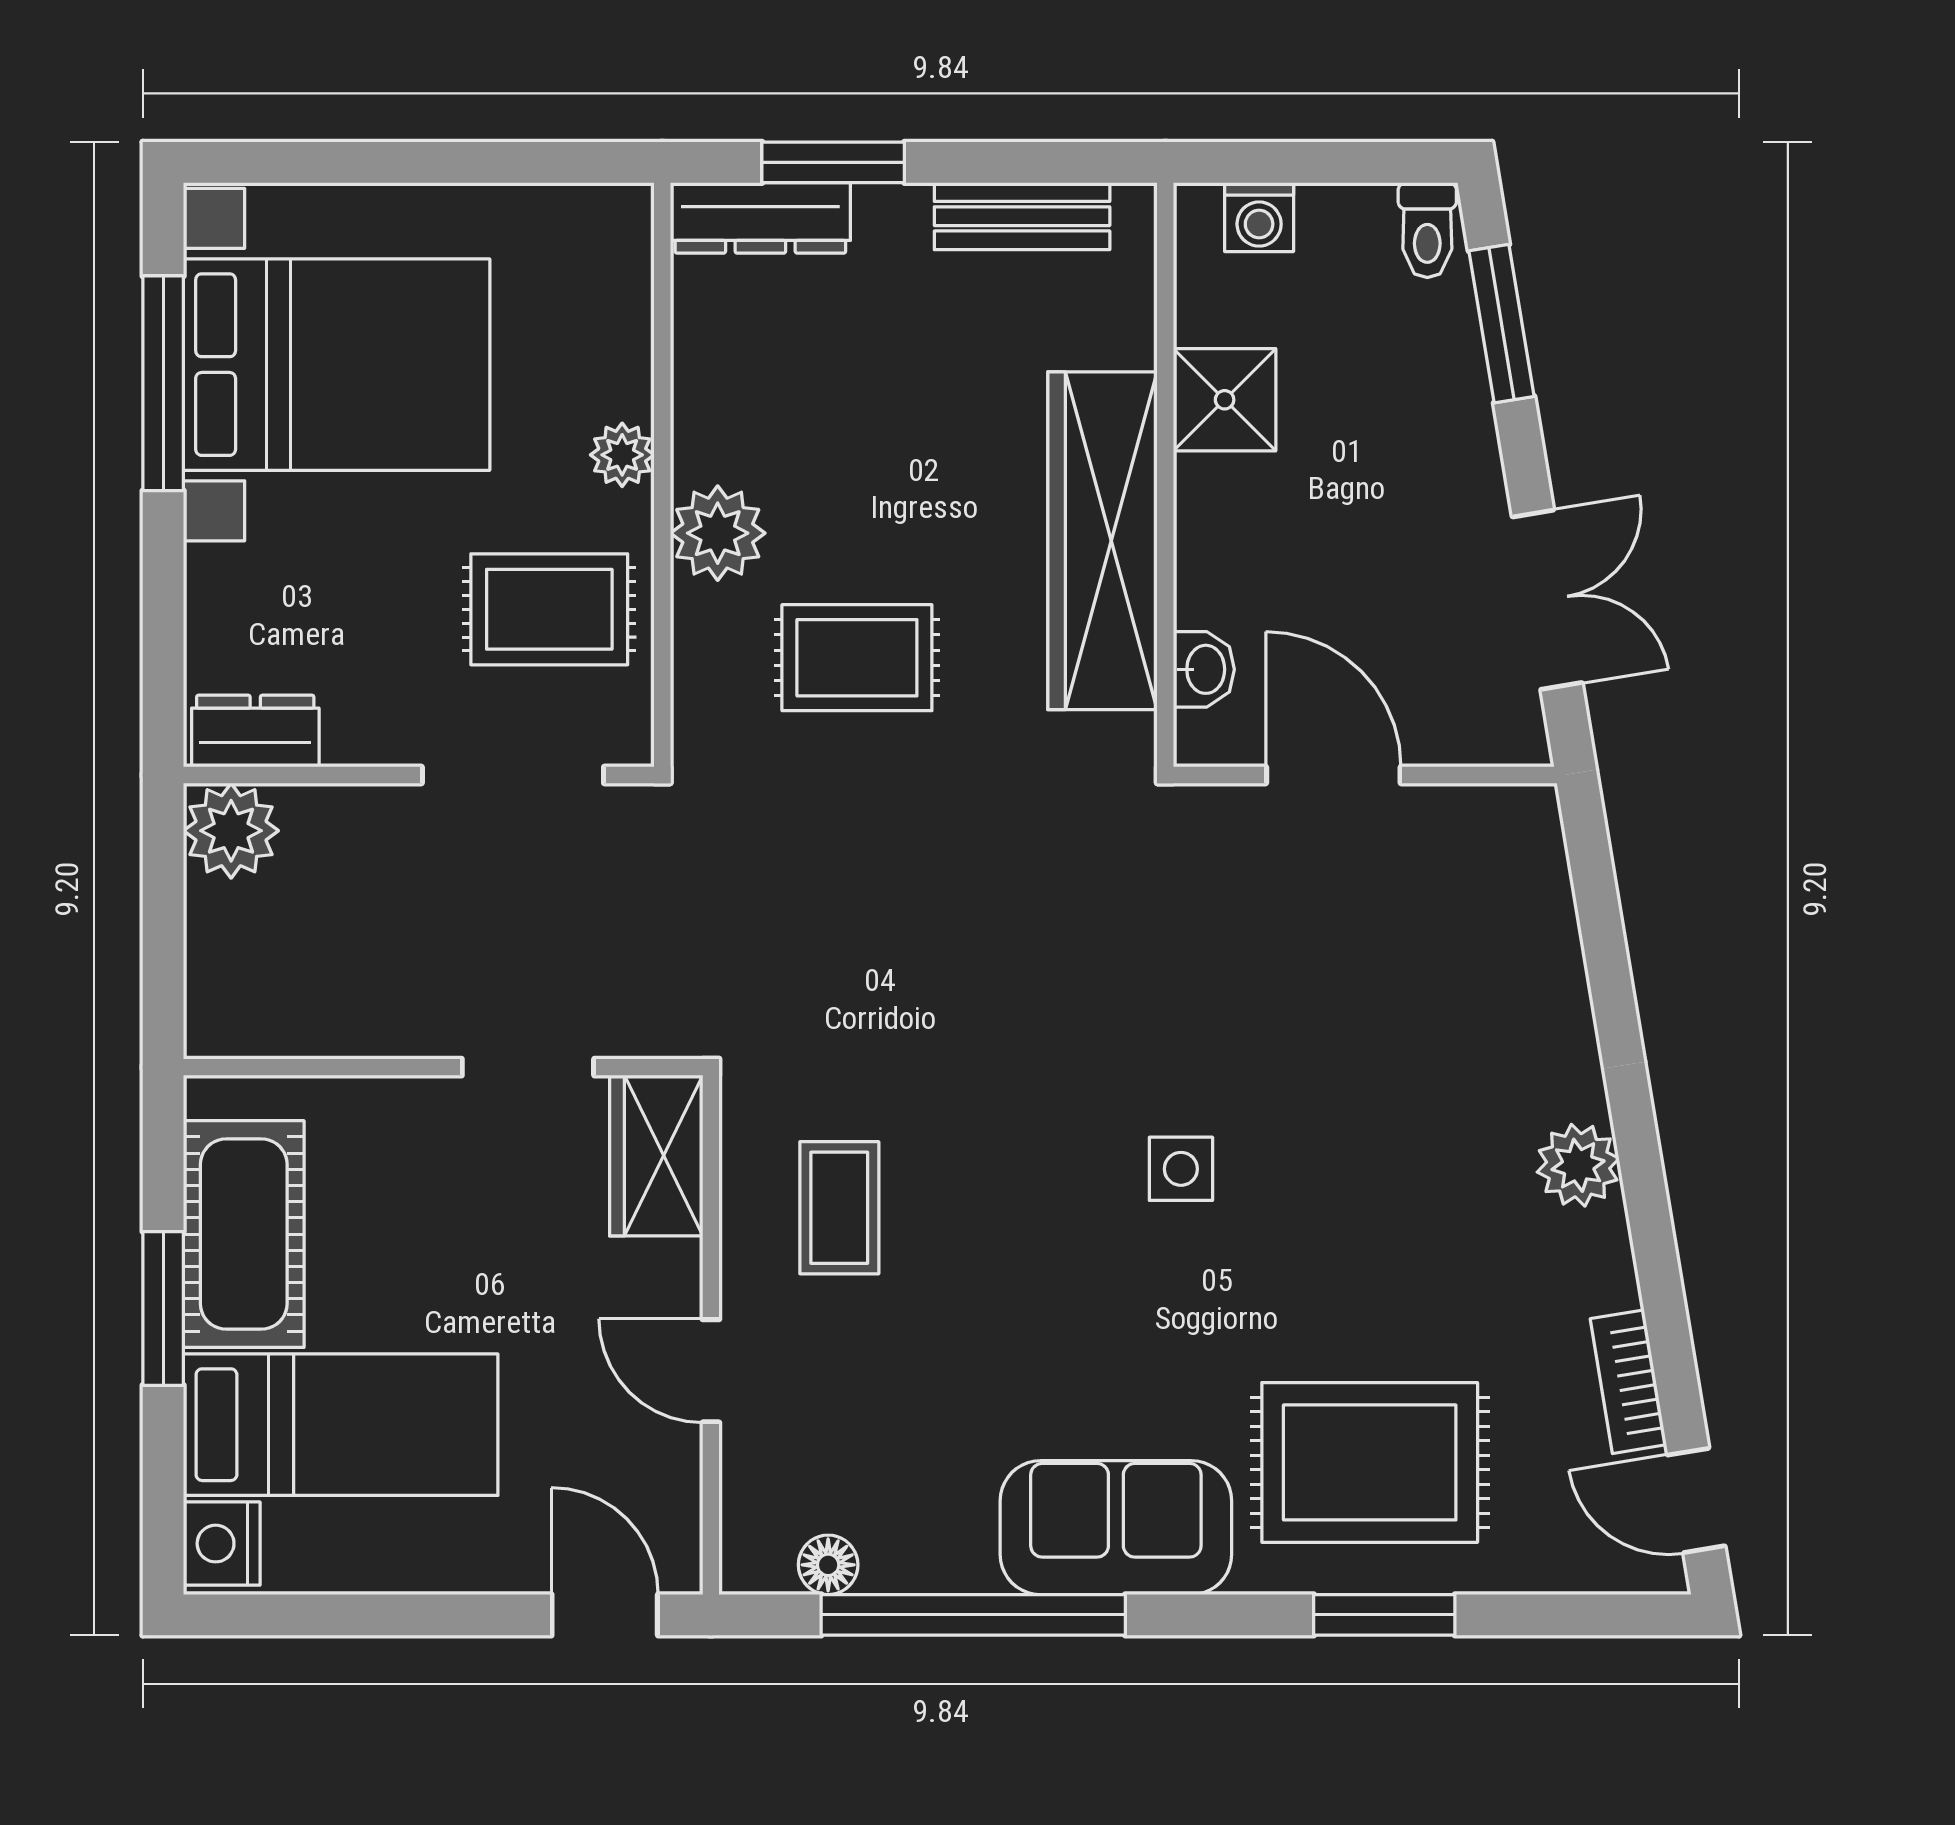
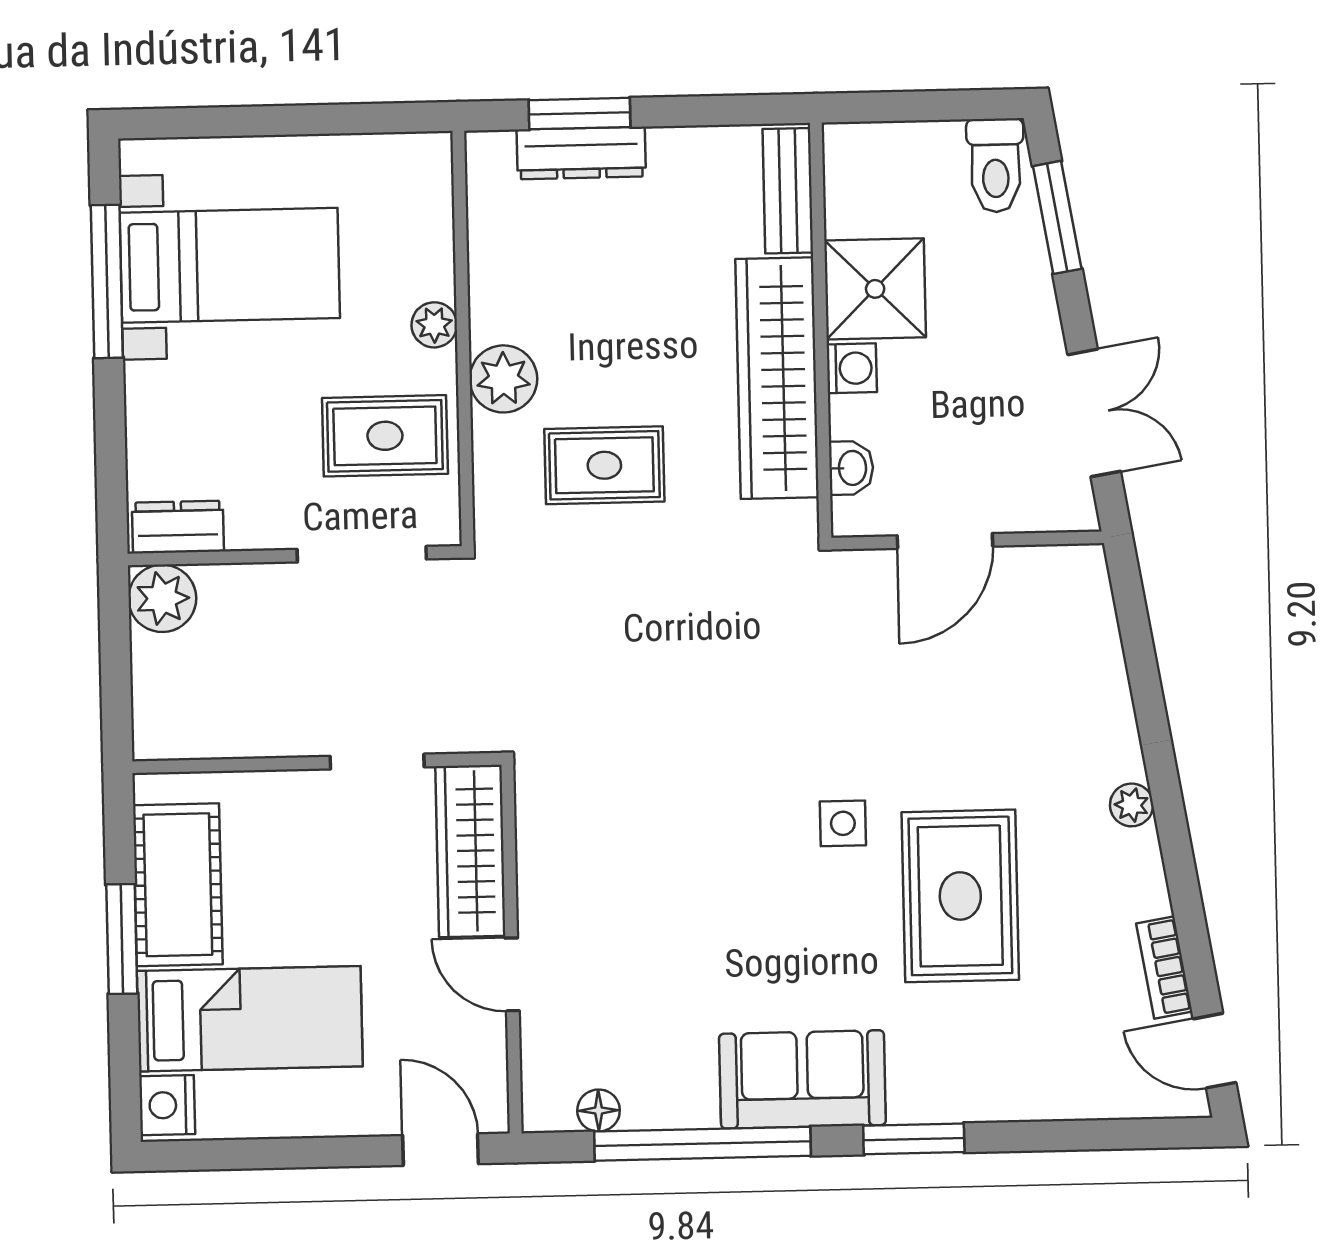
bench: (1022, 216) -> (788, 191), moved, turned 90
washing machine: (1259, 217) -> (852, 368), moved, turned -90
dresser: (760, 218) -> (581, 153), moved
toilet: (1427, 230) -> (995, 165), width x1.37, depth x1.39
bed with nightstands: (337, 365) -> (230, 265), width x0.73
shower: (1225, 400) -> (875, 289), width x1.36, depth x1.36
door: (1333, 775) -> (945, 541), swing flipped
wardrobe: (656, 1156) -> (470, 851), width x1.50
plant: (1578, 1165) -> (1132, 805), width x0.73, depth x0.73
coffee table: (839, 1208) -> (601, 857), removed
rug: (1370, 1462) -> (960, 896), moved, turned 90
window: (1384, 1615) -> (914, 1139), moved

